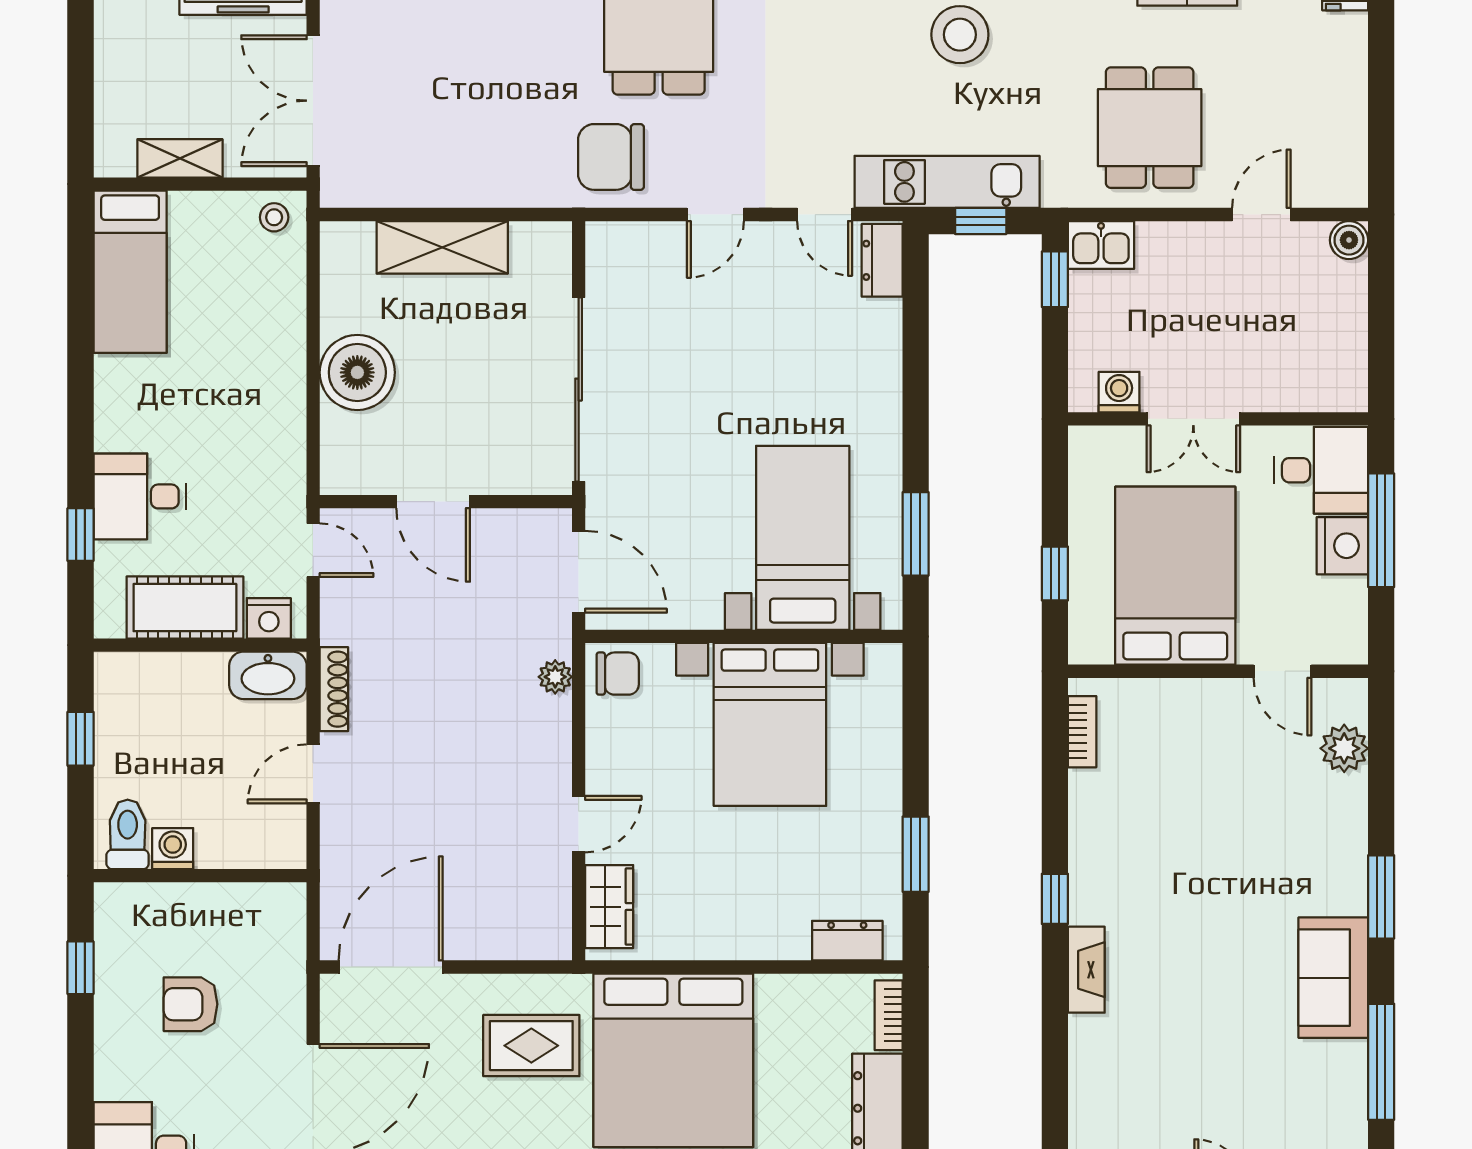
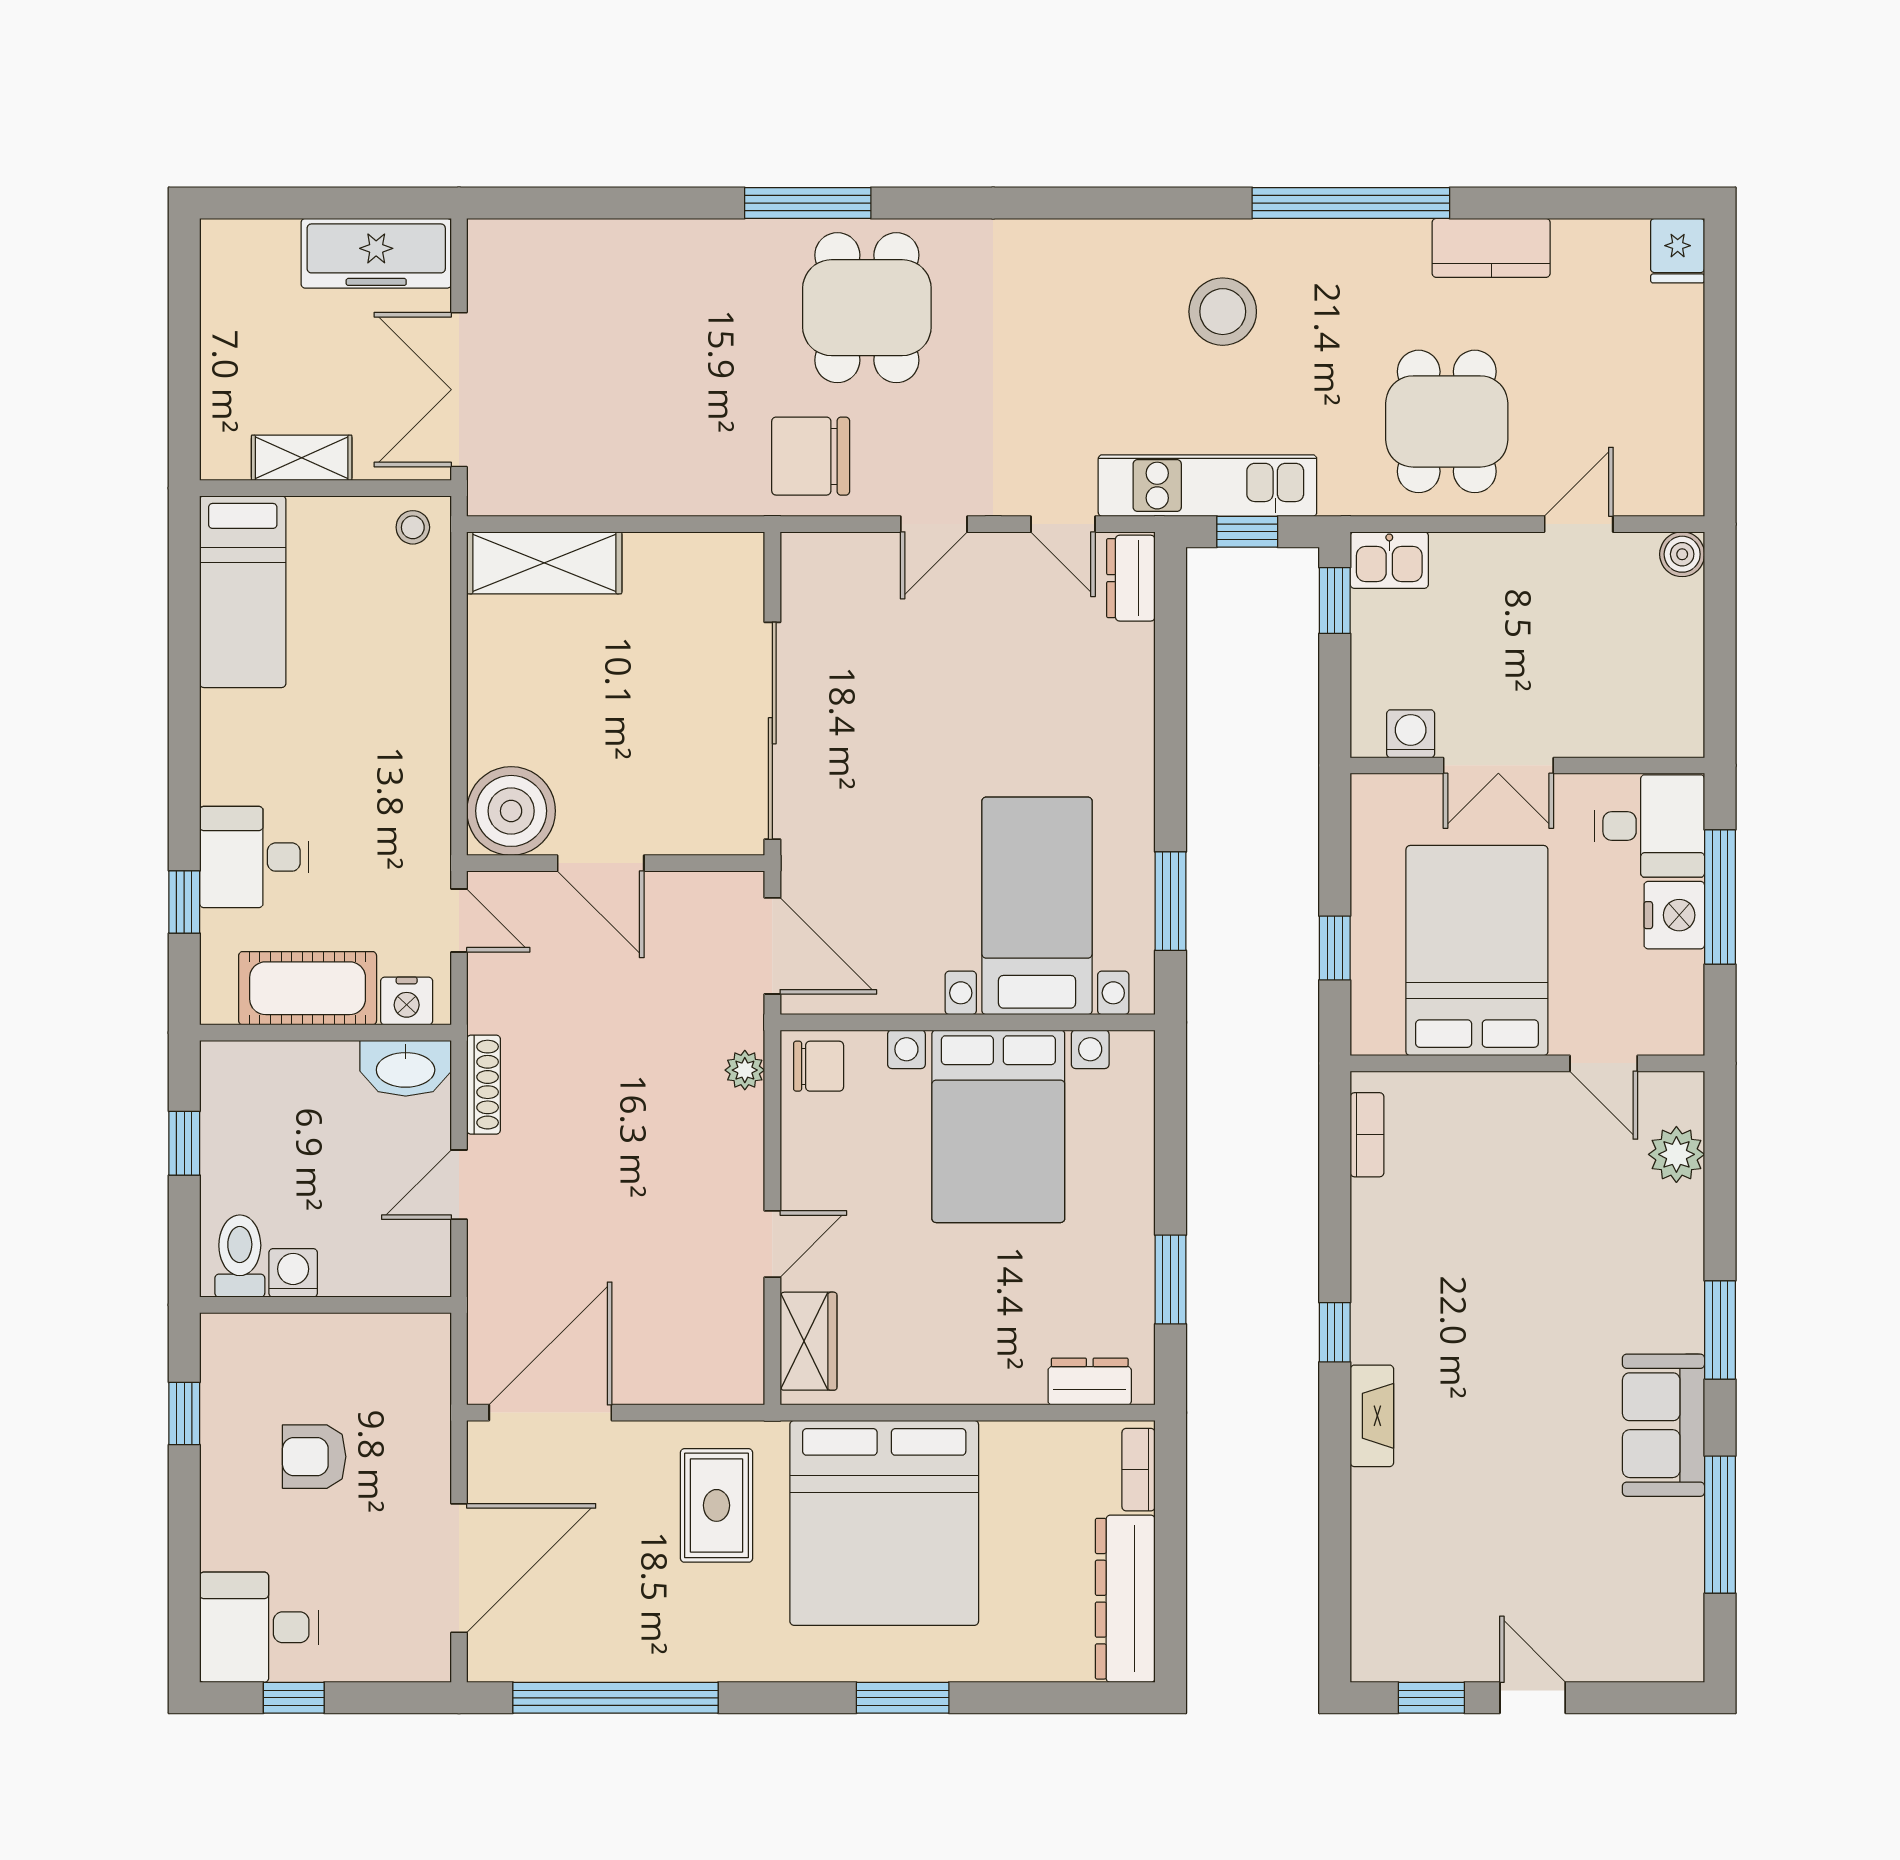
shelving: (442, 247) -> (544, 563), moved
boiler: (357, 372) -> (511, 811), moved
rug: (531, 1046) -> (717, 1505), turned 90

